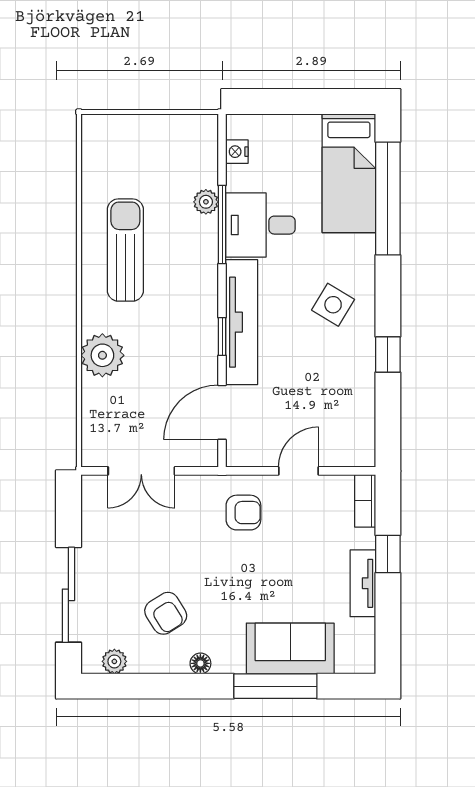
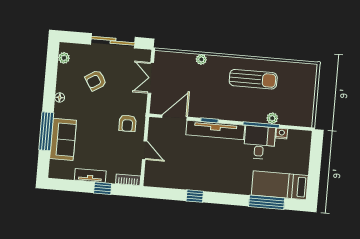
nightstand: (237, 152) -> (282, 133), moved
window: (388, 199) -> (267, 202), width x0.68
side table: (333, 305) -> (220, 173), removed
plant: (102, 355) -> (201, 59), width x0.53, depth x0.53
door: (222, 412) -> (175, 117), hinge flipped
sliding door: (68, 595) -> (113, 41), moved
armchair: (166, 613) -> (96, 80), moved

